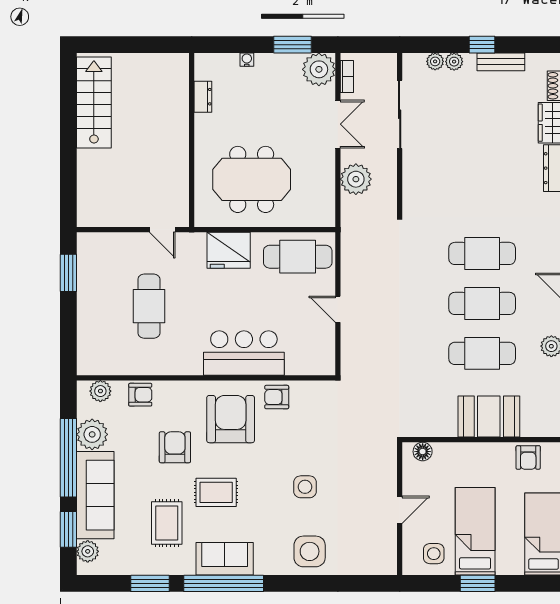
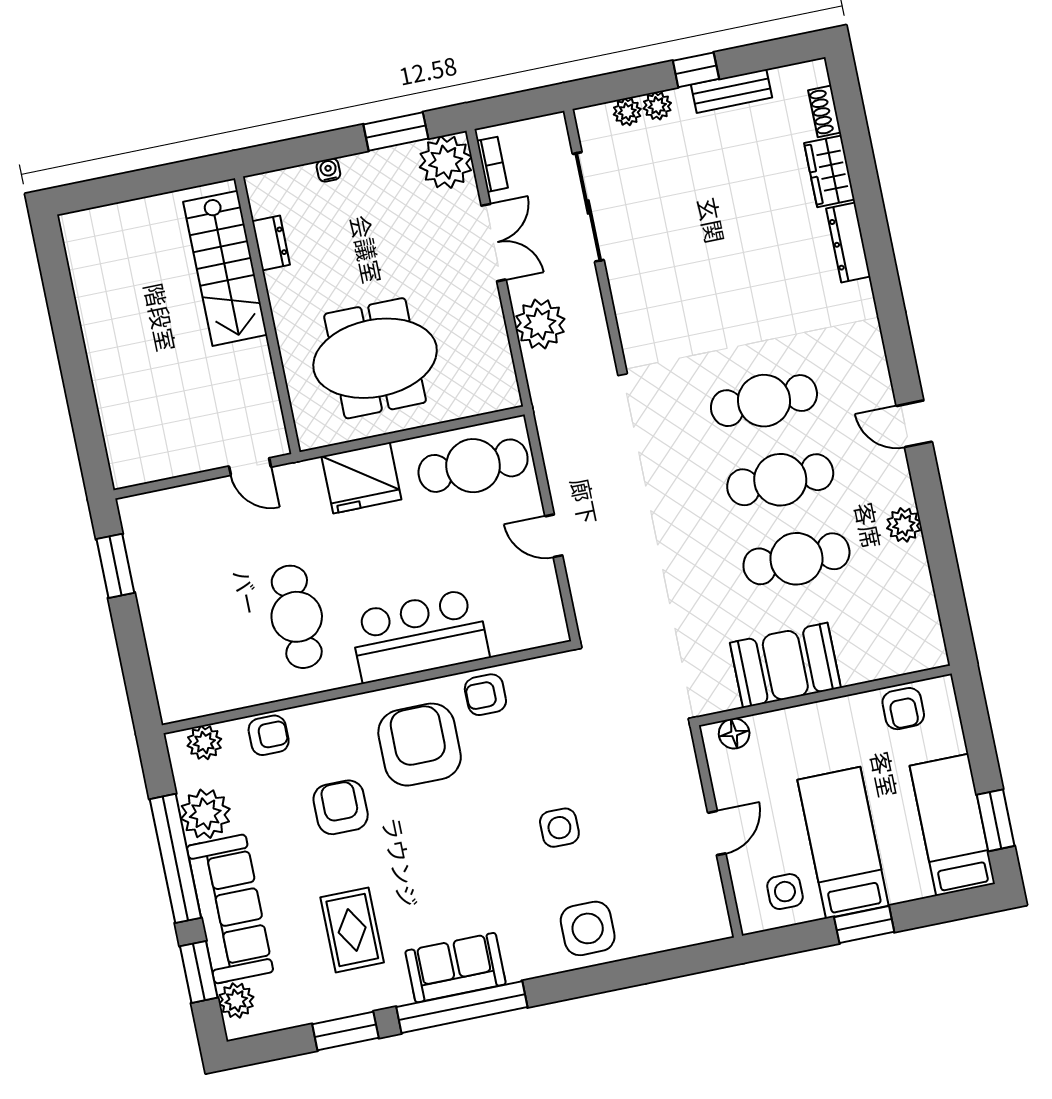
stairs: (94, 103) -> (225, 268), moved, turned 180
cafe table: (149, 306) -> (297, 617), moved
booth: (489, 417) -> (785, 665), moved
rug: (216, 492) -> (421, 865), removed

